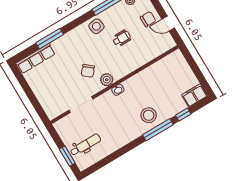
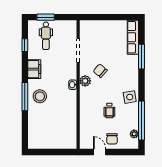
door: (168, 24) -> (100, 152), hinge flipped
filing cabinet: (194, 95) -> (34, 69), moved
window: (183, 115) -> (25, 45), moved

